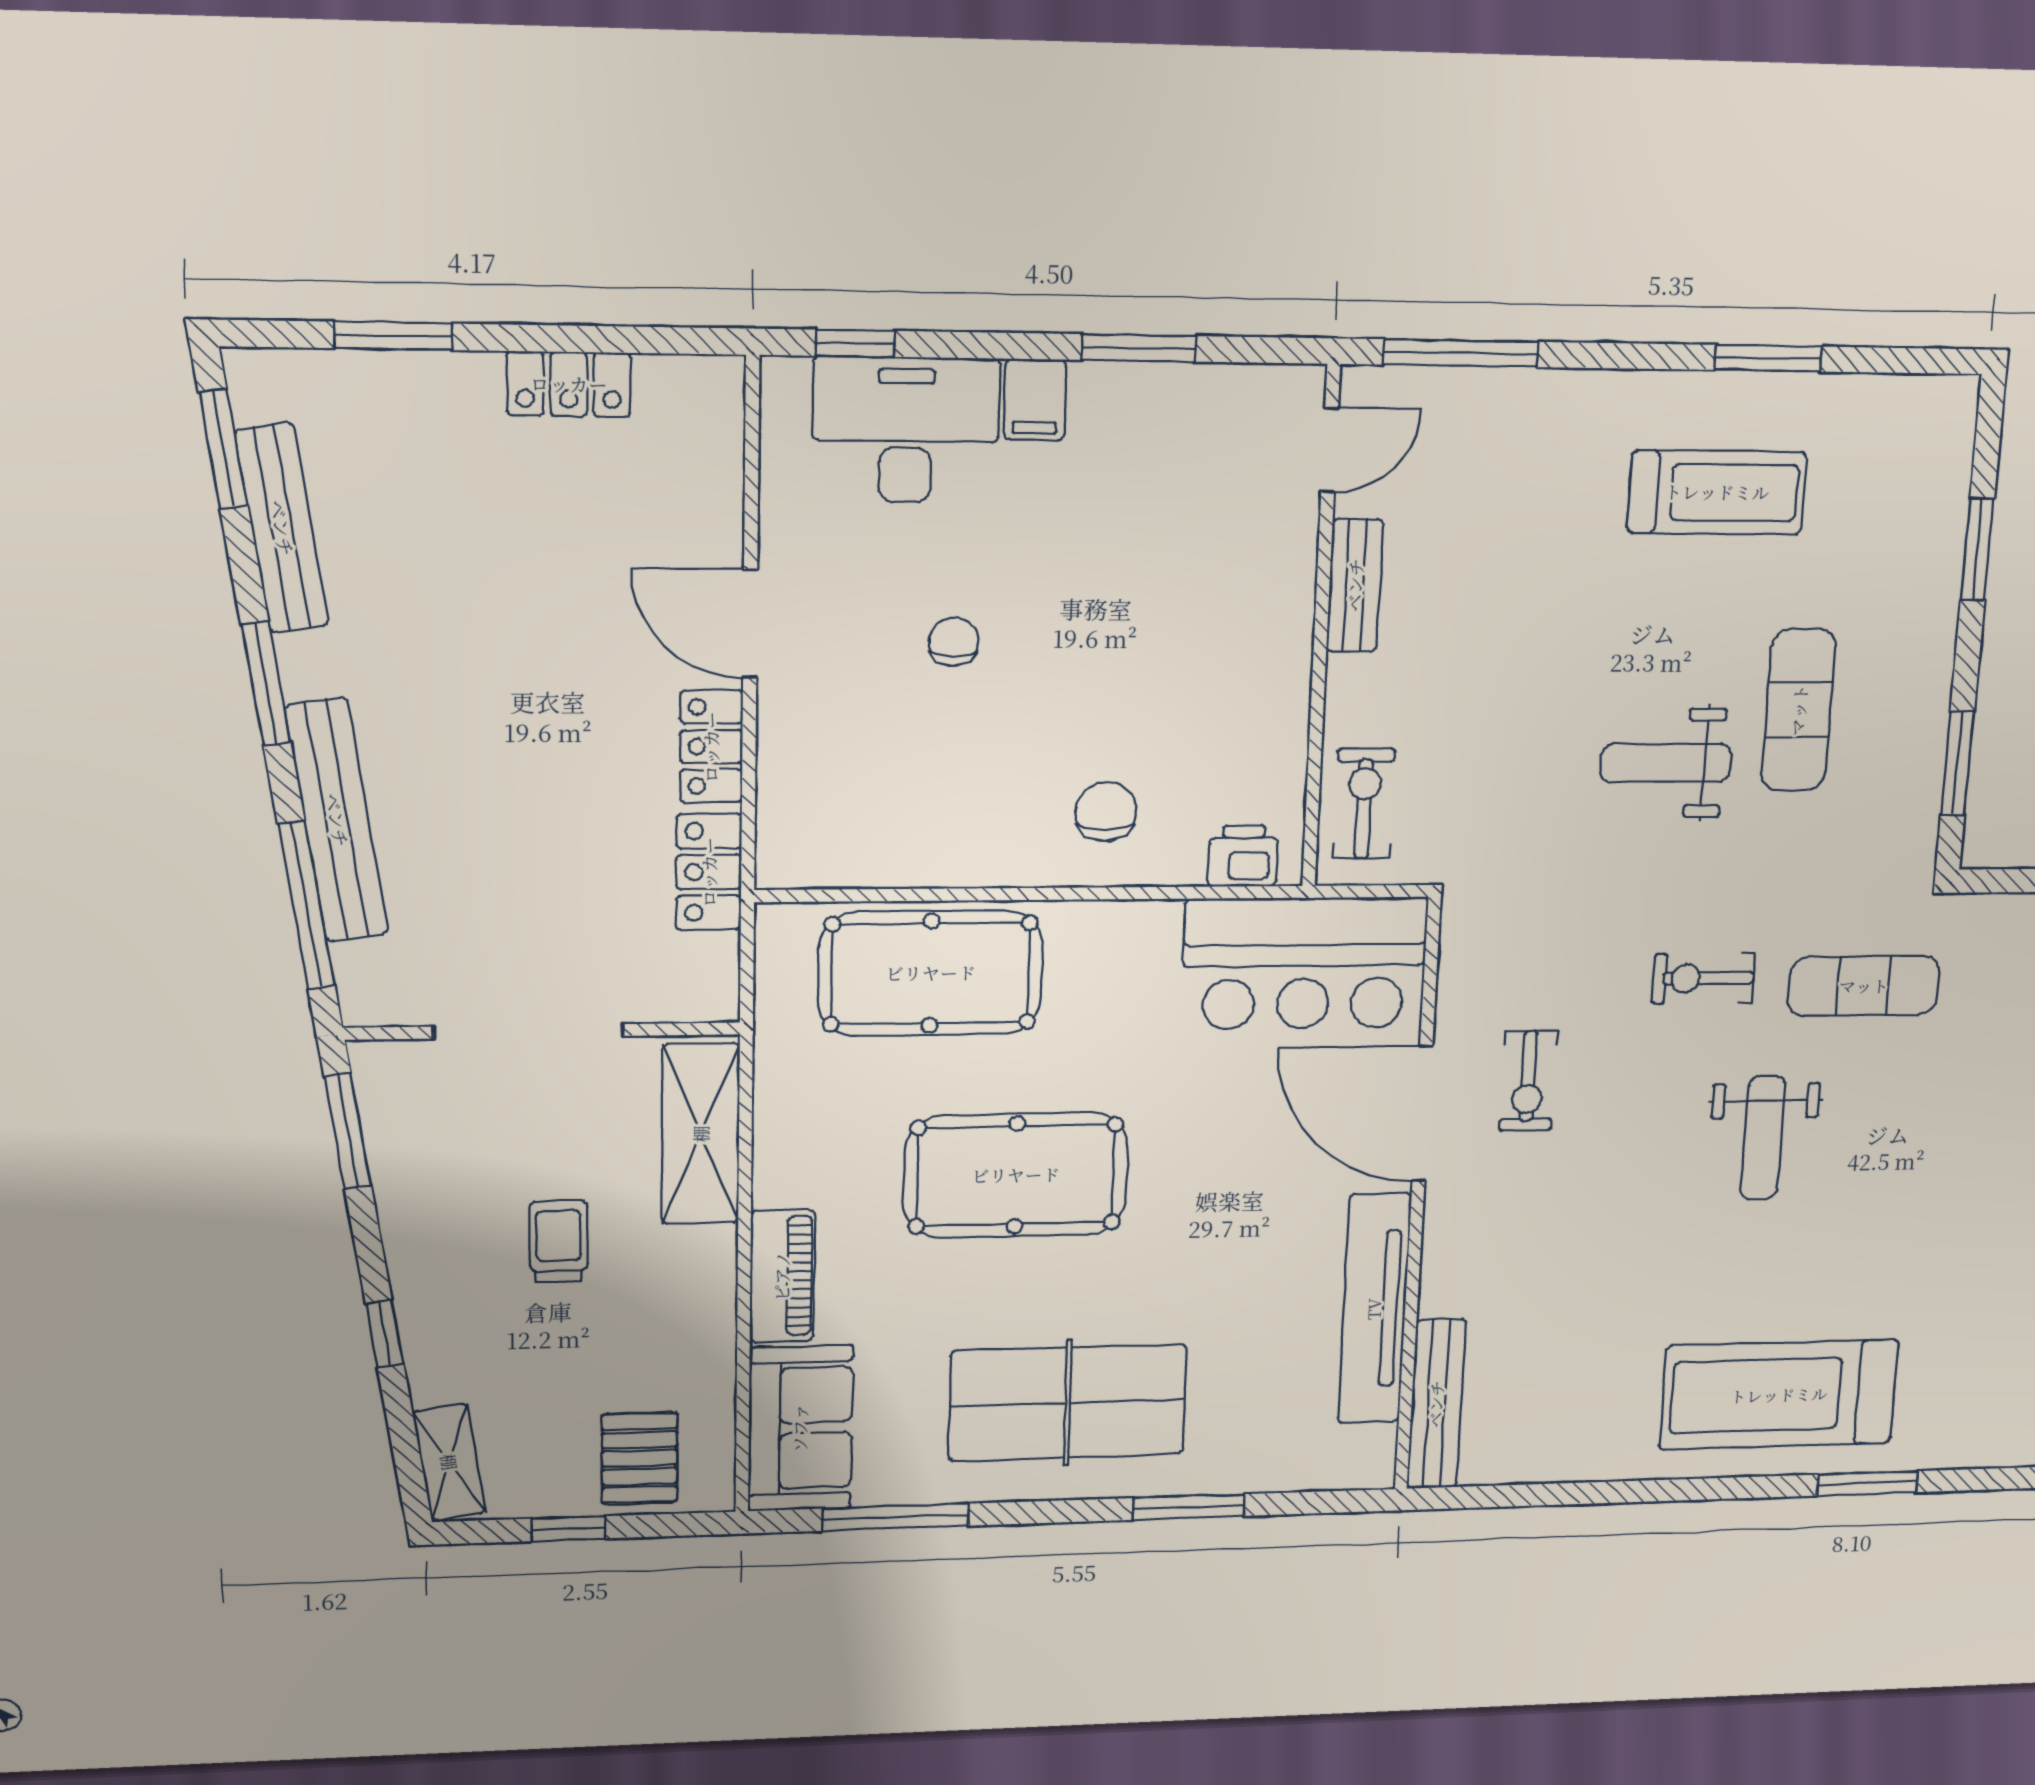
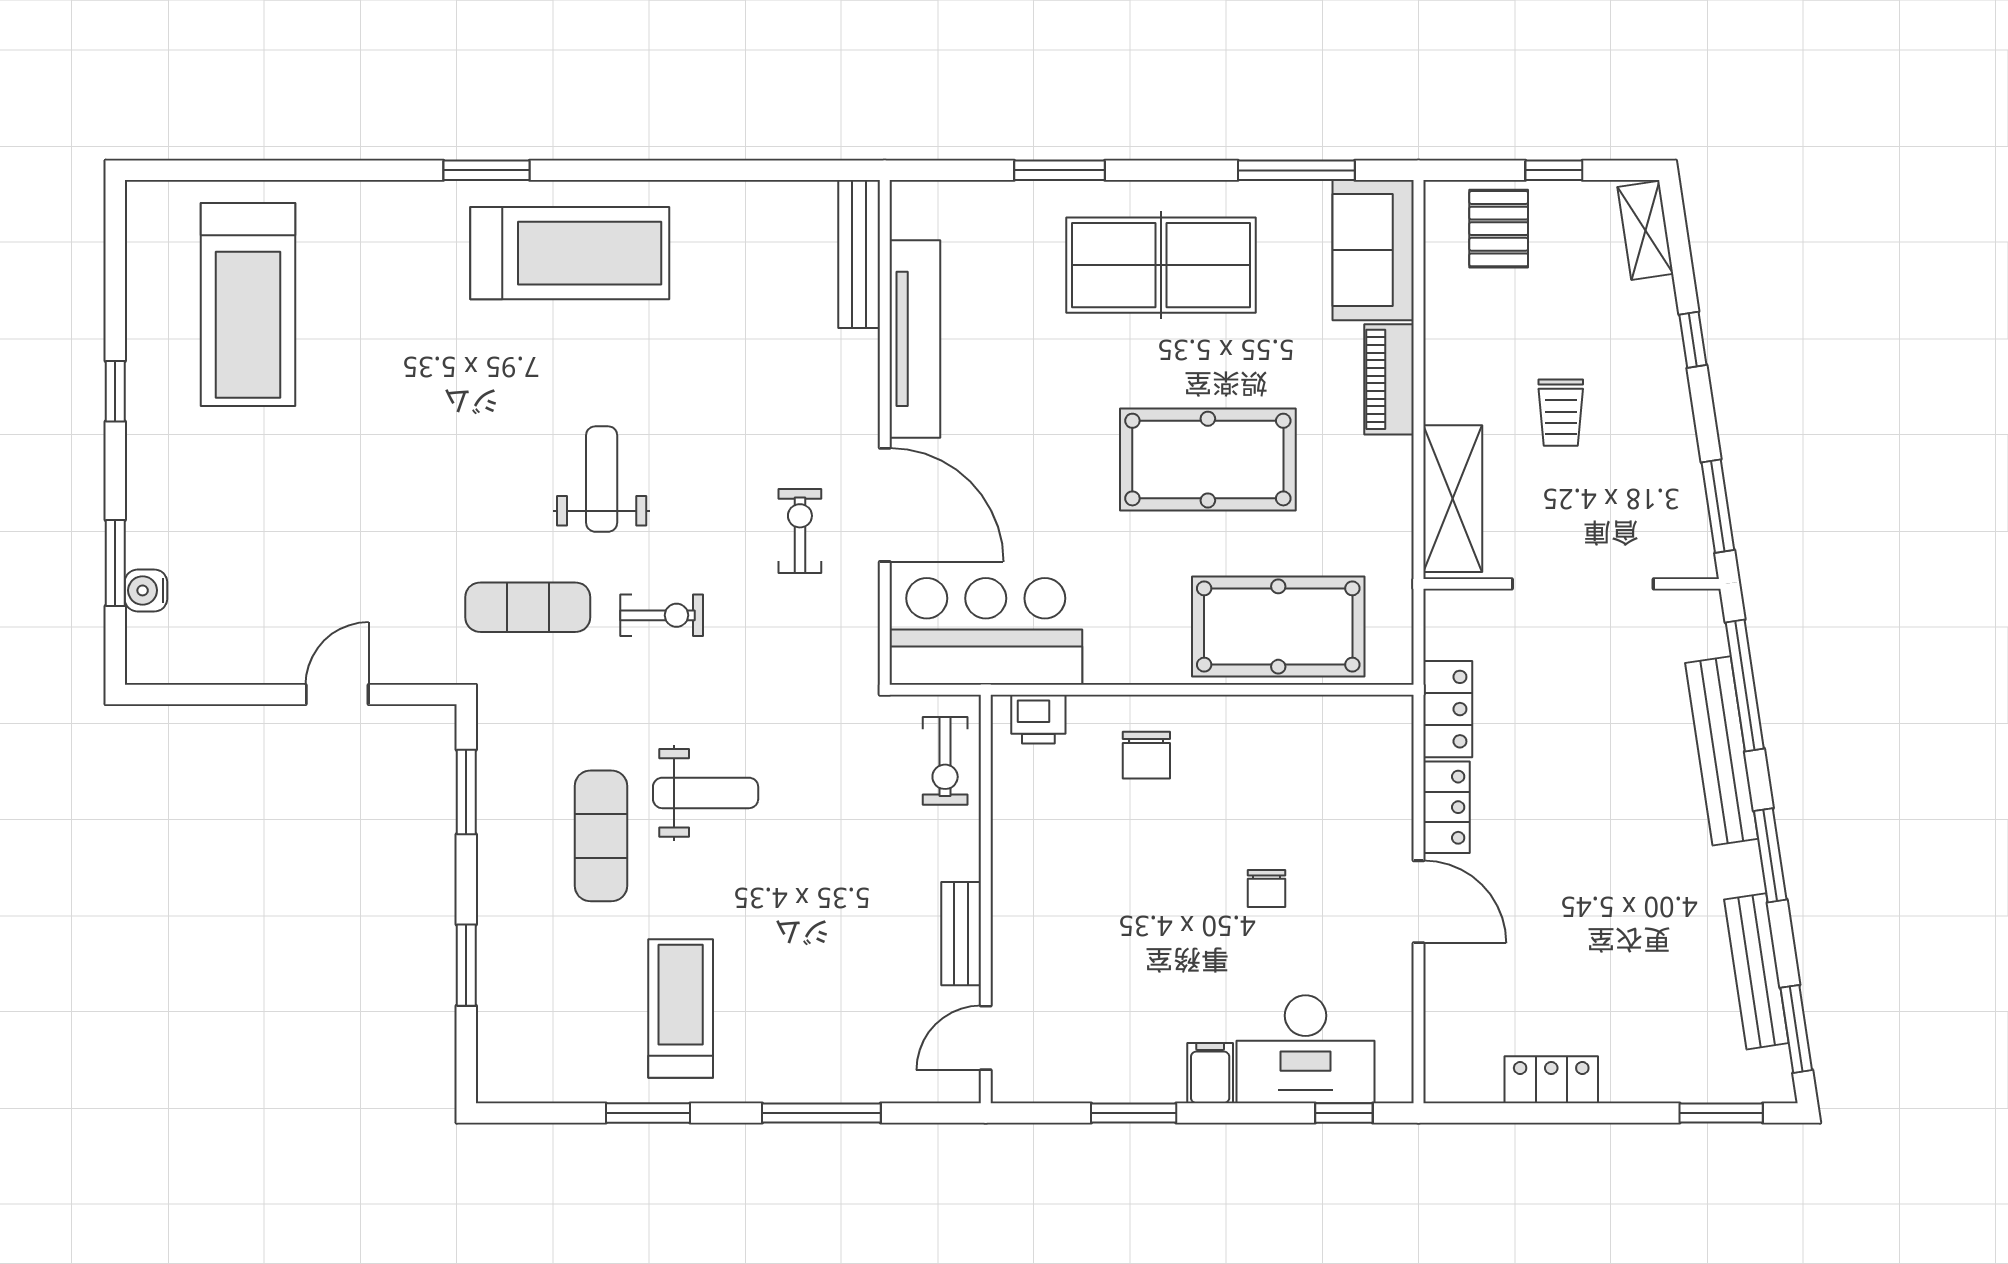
window: (393, 336) -> (1721, 1113), moved
window: (1461, 353) -> (821, 1113), moved
treadmill: (1717, 492) -> (681, 1008), turned 90

